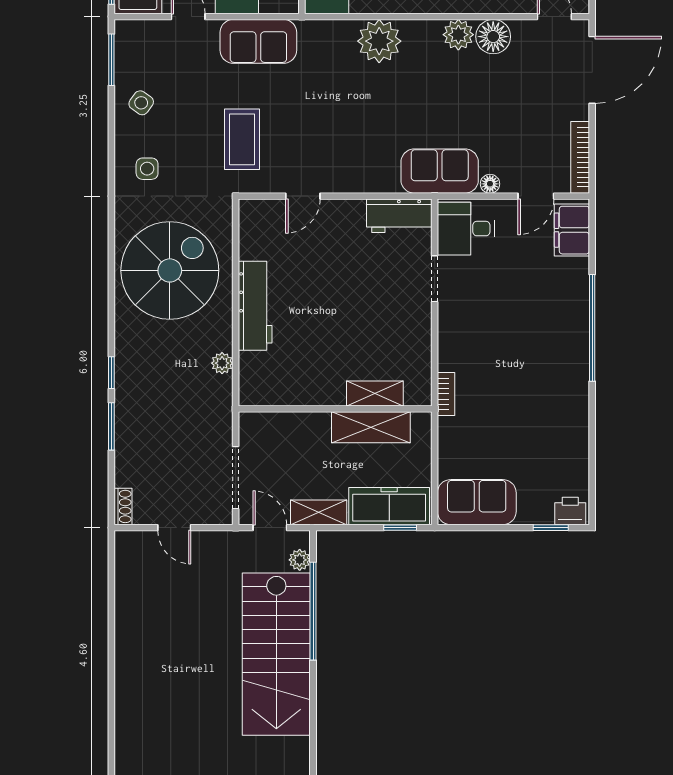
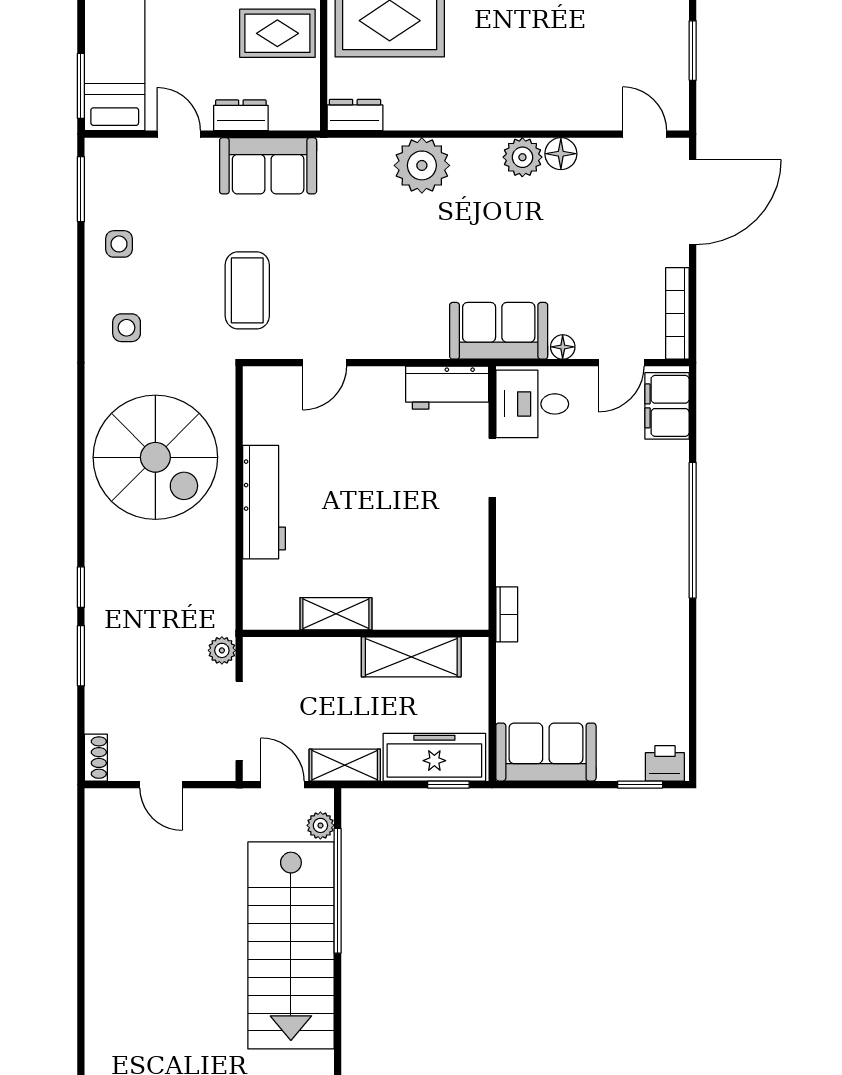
floor lamp: (493, 37) -> (561, 154), width x0.73, depth x0.73
side table: (141, 103) -> (119, 244), turned -35
spiral stairs: (170, 270) -> (155, 457), turned 90
plant: (222, 363) -> (222, 650), moved
shelving: (375, 393) -> (336, 614), moved

